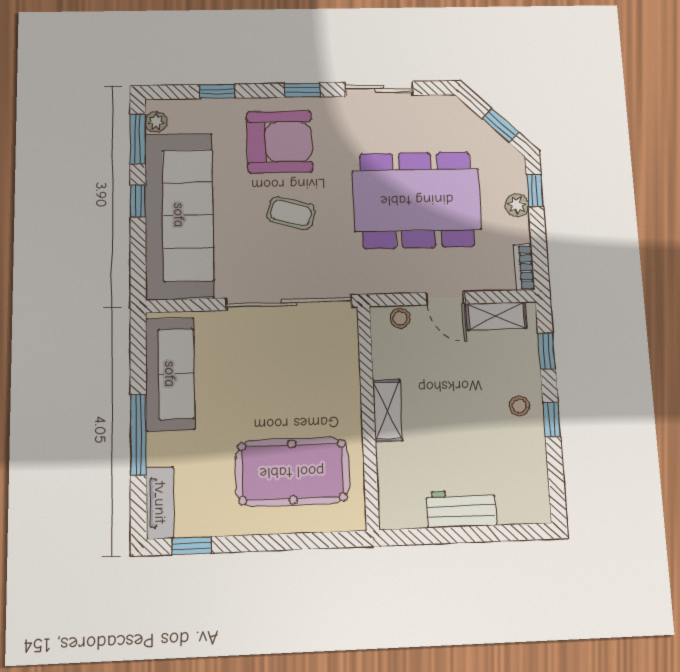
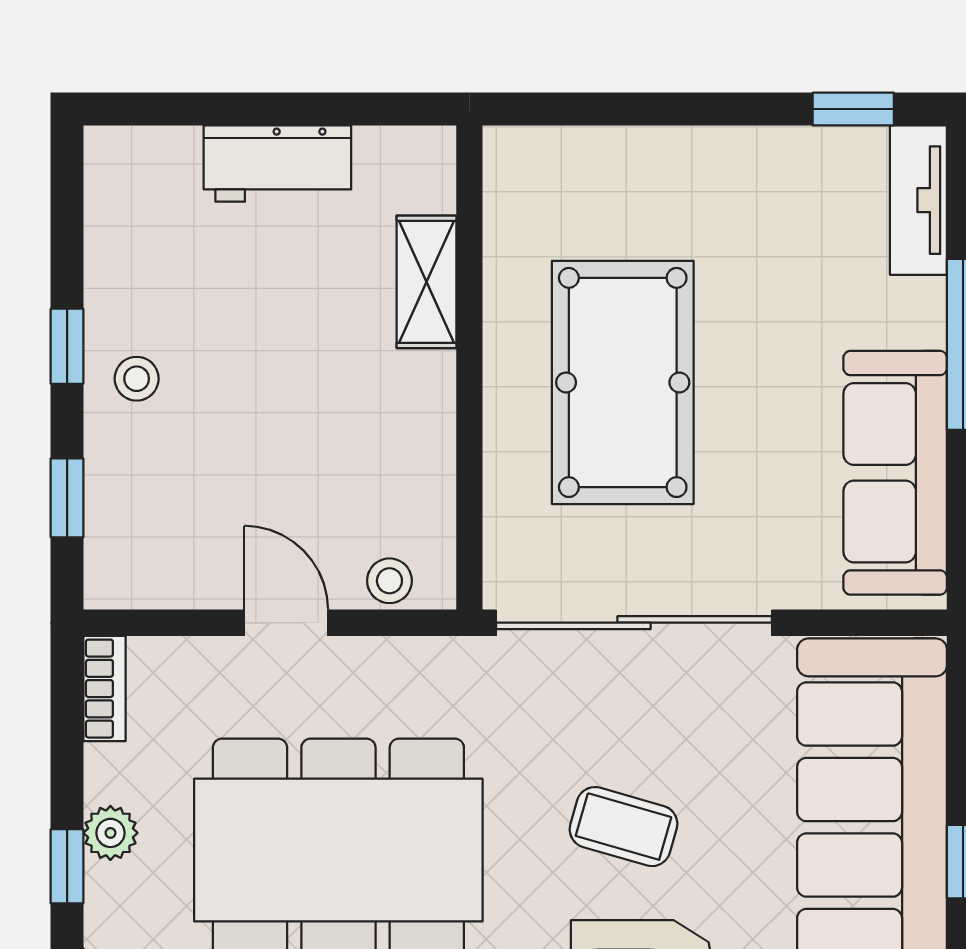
shelving: (496, 316) -> (175, 580), removed
shelving: (388, 410) -> (426, 282), moved
pool table: (292, 472) -> (623, 382), moved, turned 90

